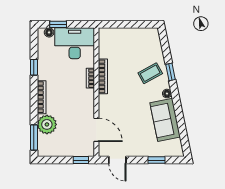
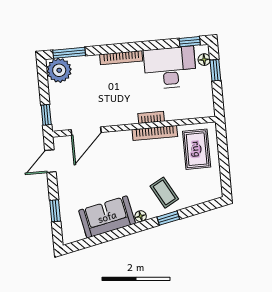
desk: (75, 43) -> (170, 68), moved, turned -90
rug: (119, 45) -> (197, 149), added
window: (34, 67) -> (190, 42), moved
plant: (47, 124) -> (59, 70), moved

